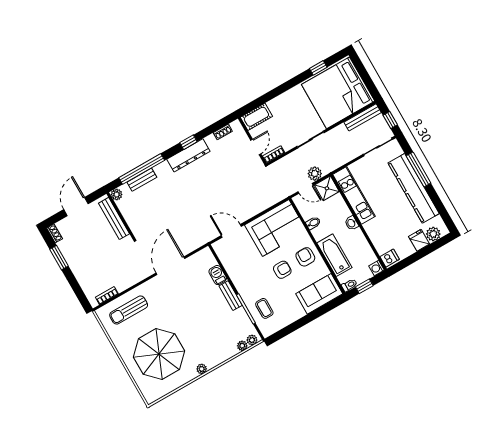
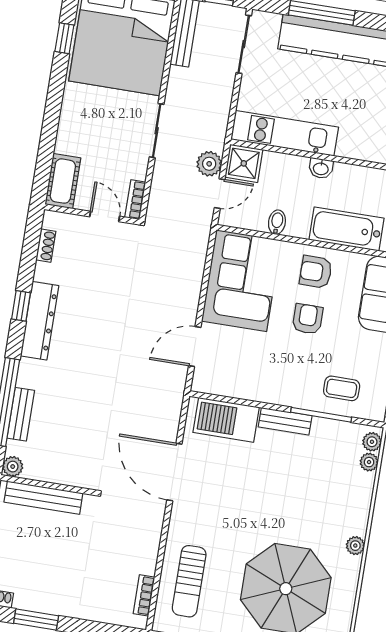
barbecue: (218, 275) -> (226, 420), width x1.88, depth x1.53

